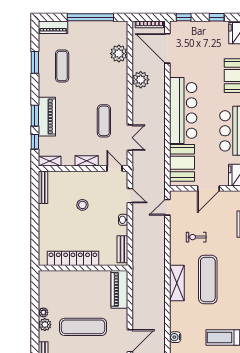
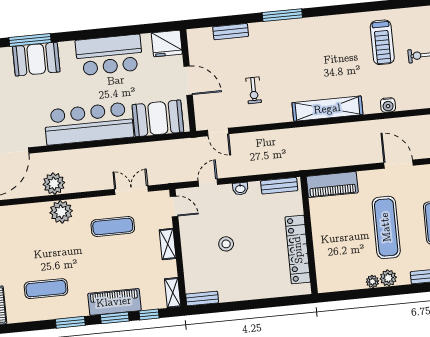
plant: (119, 54) -> (61, 212), moved
window: (35, 62) -> (70, 322), moved
door: (115, 168) -> (174, 206), swing flipped
bench: (43, 187) -> (202, 299), width x0.73
exercise mat: (208, 280) -> (308, 69), removed
shelving: (177, 283) -> (327, 109), width x1.47

